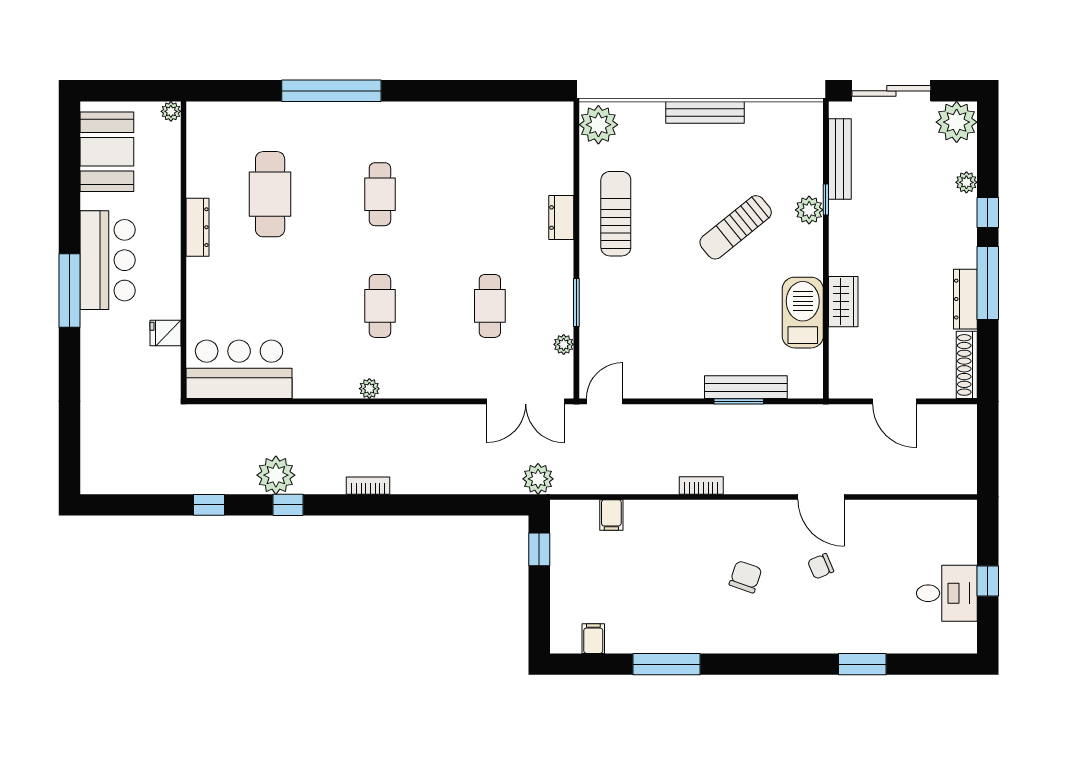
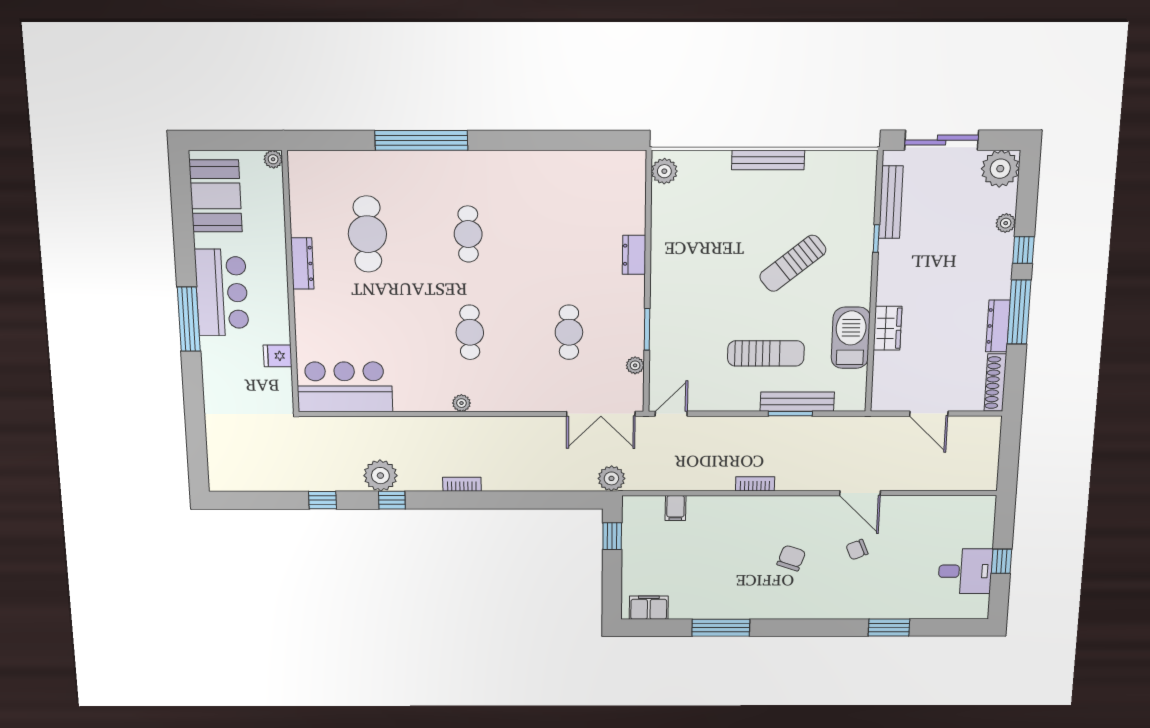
plant: (598, 125) -> (664, 171), width x0.73, depth x0.73
plant: (809, 210) -> (861, 248), removed
sun lounger: (616, 214) -> (766, 353), moved, turned 90
filing cabinet: (593, 639) -> (649, 608), width x2.00

